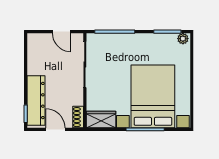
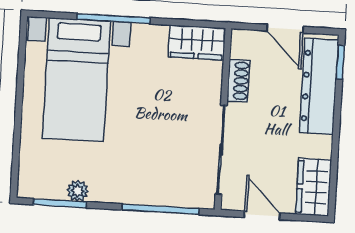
plant: (183, 39) -> (78, 191), moved
wardrobe: (36, 48) -> (314, 187), added
bed with nightstands: (153, 96) -> (76, 80), width x0.73
shoe rack: (78, 117) -> (238, 81), moved

